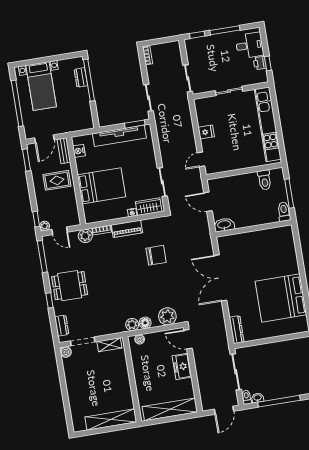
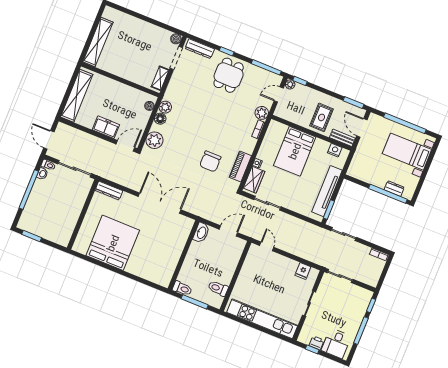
fridge: (206, 132) -> (303, 271), moved
piano: (127, 229) -> (240, 167), moved
dresser: (62, 326) -> (200, 49), width x1.44

